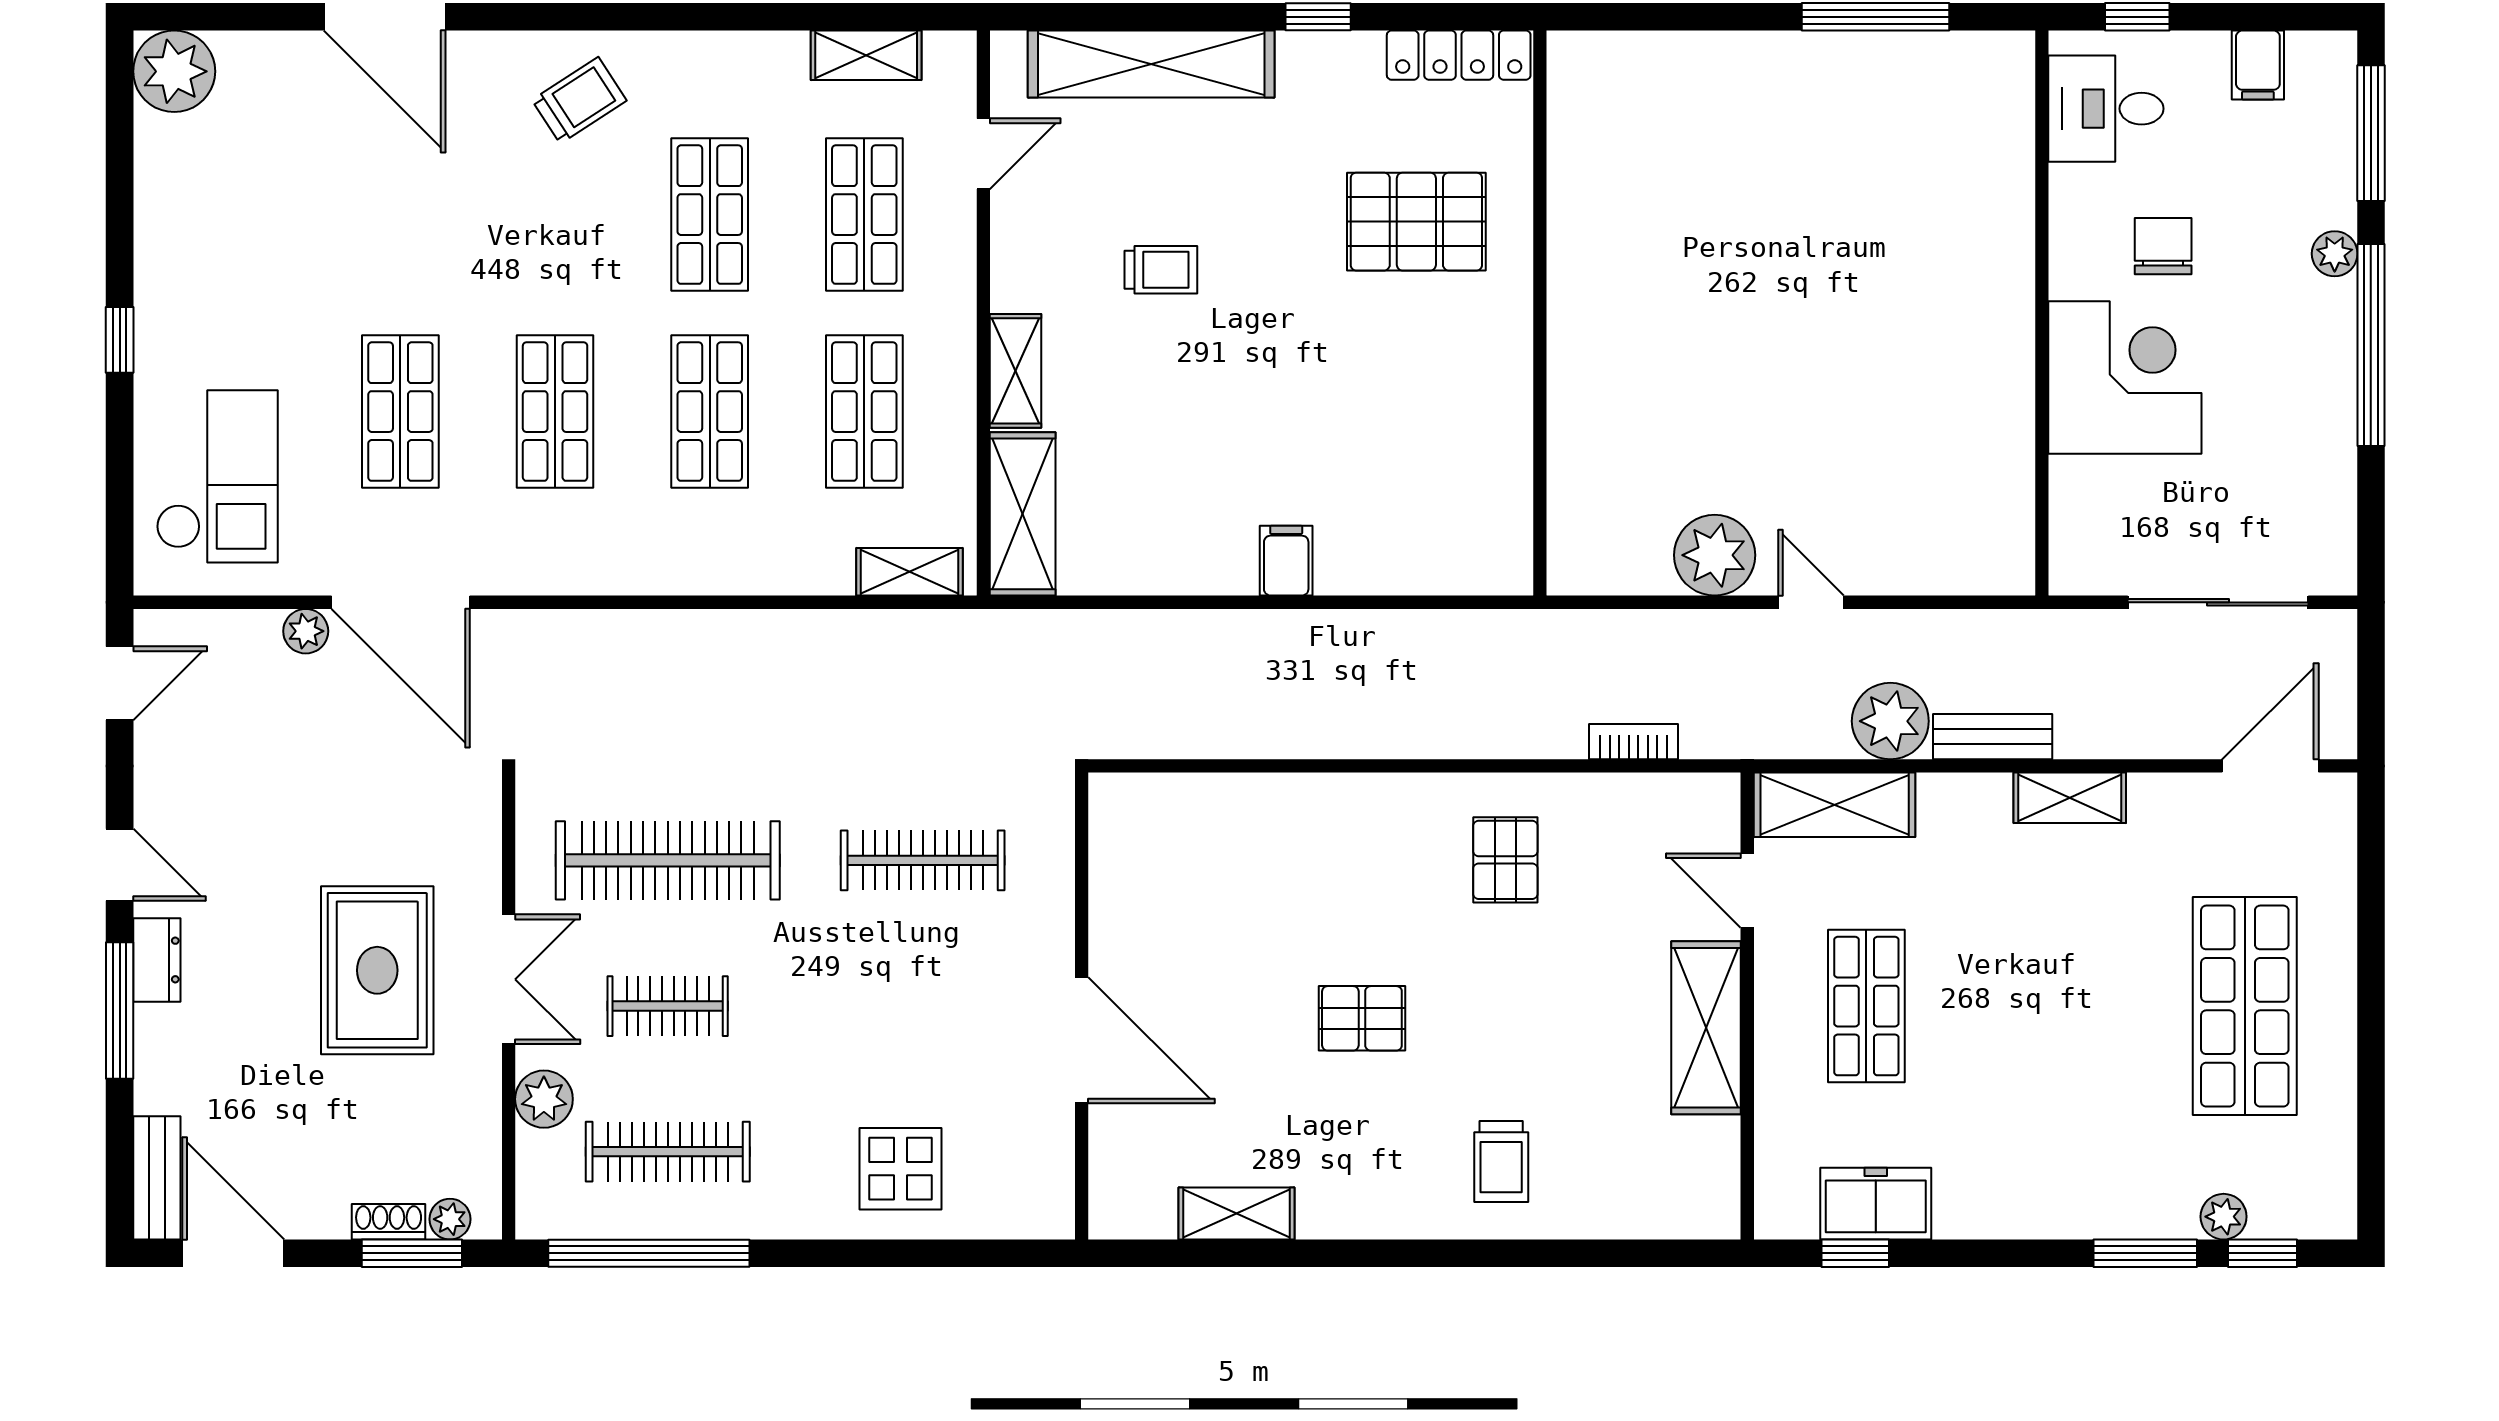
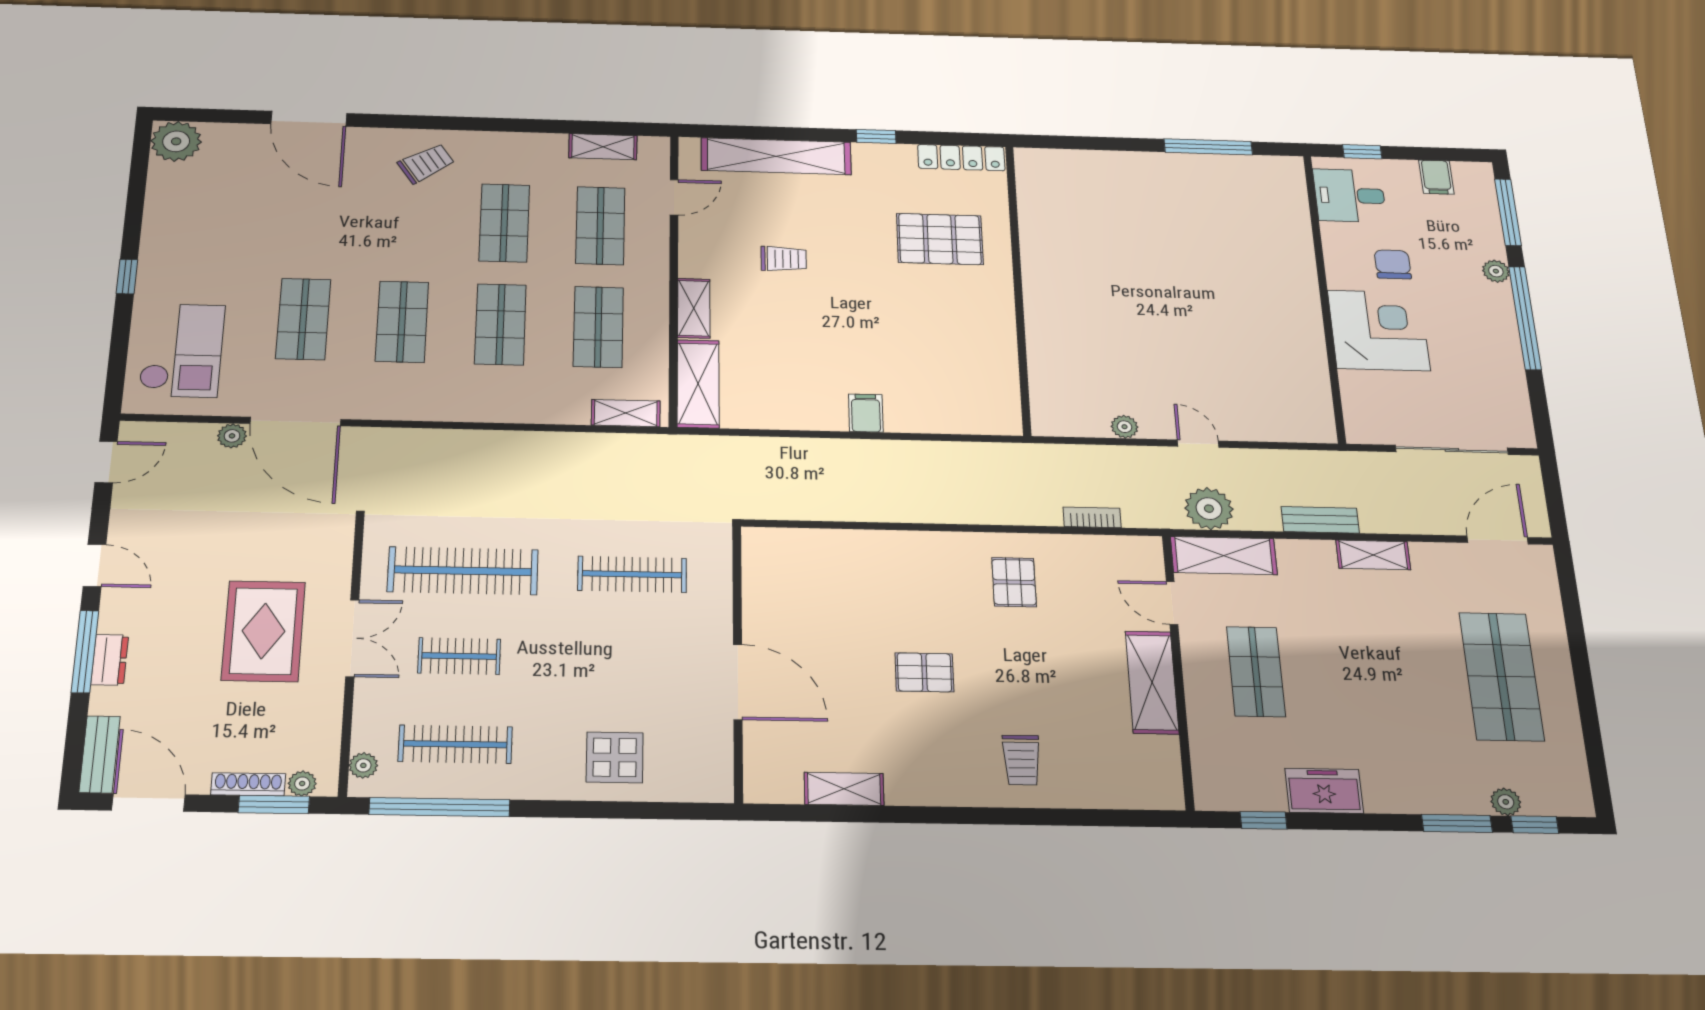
plant: (1715, 555) -> (1125, 427), width x0.53, depth x0.53
plant: (1890, 721) -> (1209, 509), moved
dresser: (157, 960) -> (110, 660), moved
plant: (544, 1099) -> (363, 765), moved, width x0.73, depth x0.73
freezer: (1876, 1204) -> (1324, 791), moved
shoe rack: (389, 1222) -> (248, 784), width x1.43

